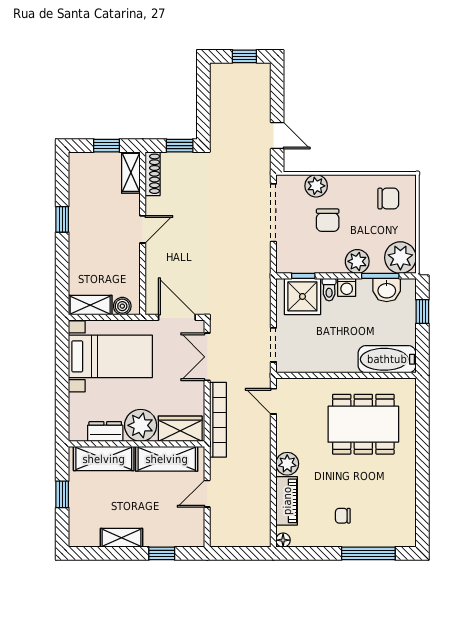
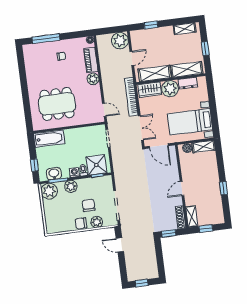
chair: (388, 199) -> (81, 223), moved
plant: (226, 531) -> (120, 41), added
shelving: (122, 538) -> (185, 29), moved

